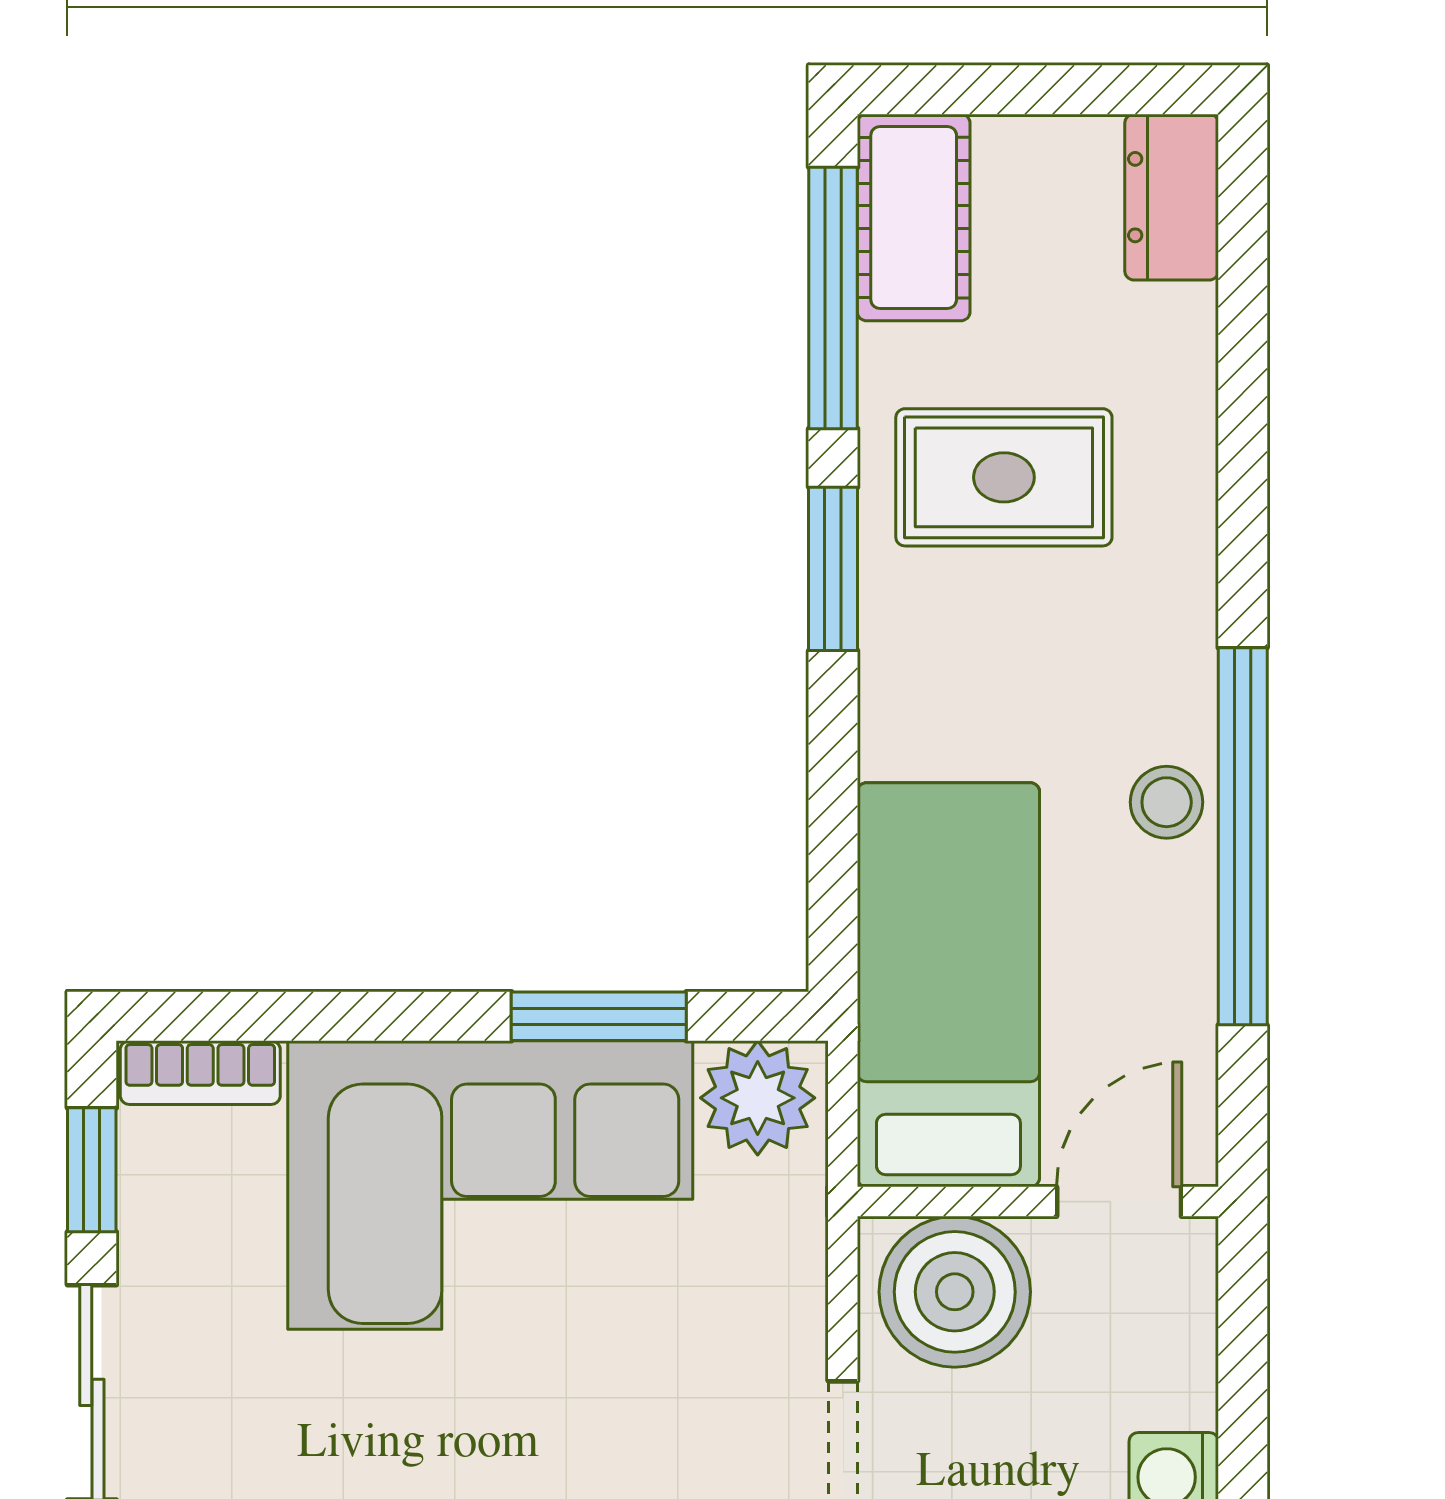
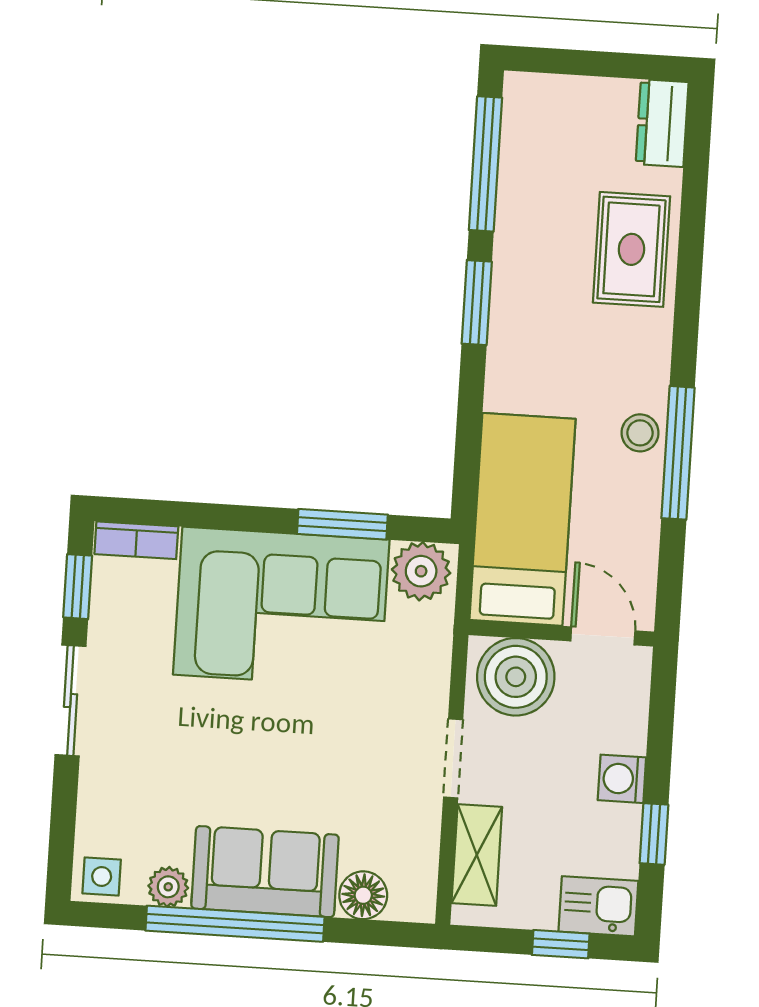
cot: (914, 217) -> (529, 125), removed
rug: (1004, 477) -> (631, 249), moved, turned 90
window: (1243, 836) -> (678, 453), width x0.68
door: (1119, 1202) -> (603, 636), hinge flipped

